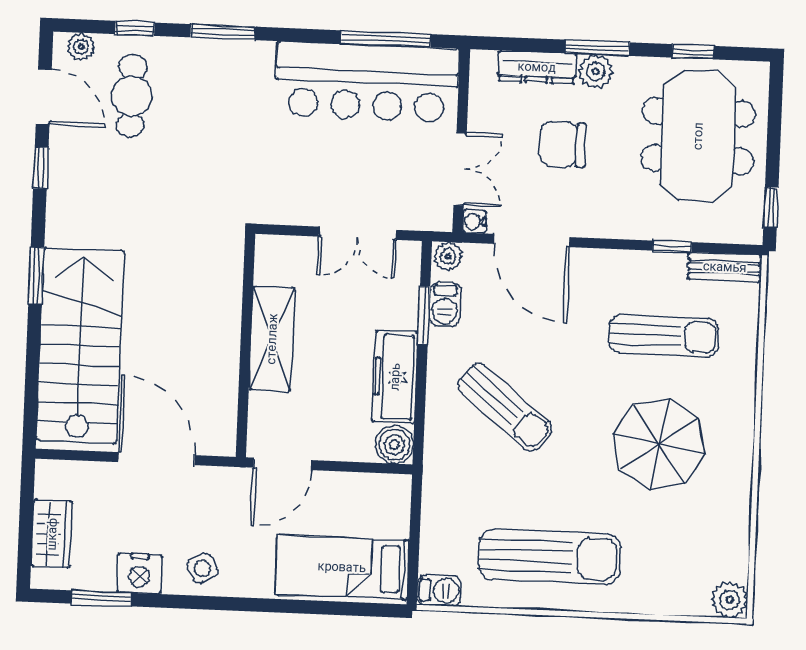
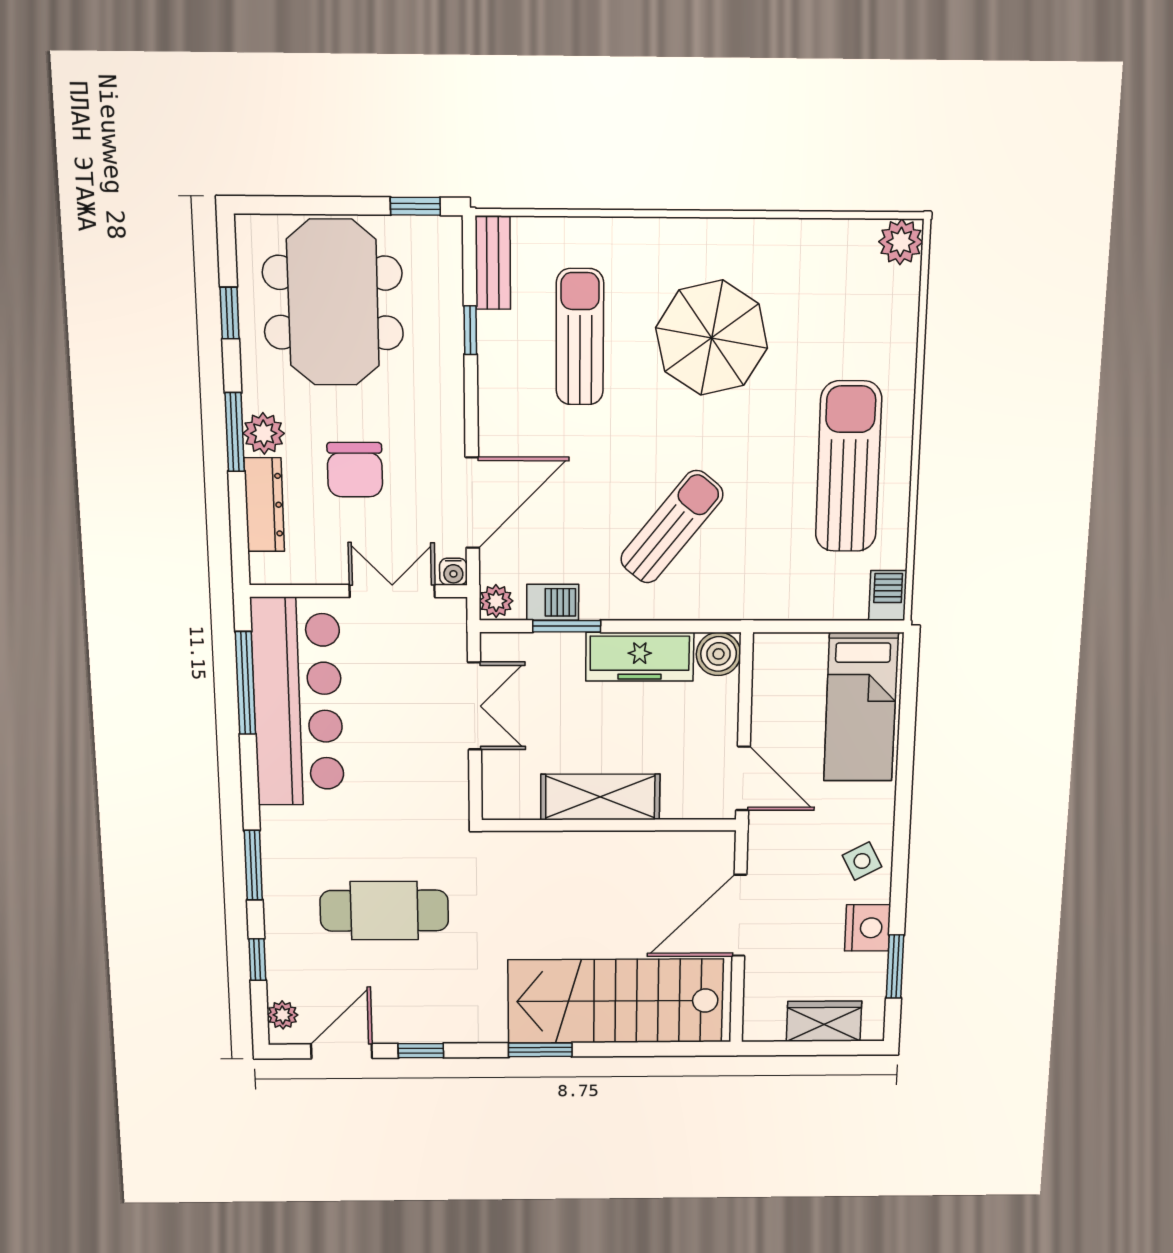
cafe table: (131, 96) -> (384, 911), moved, width x1.37, depth x1.35
meeting table: (698, 136) -> (333, 303), turned 90

